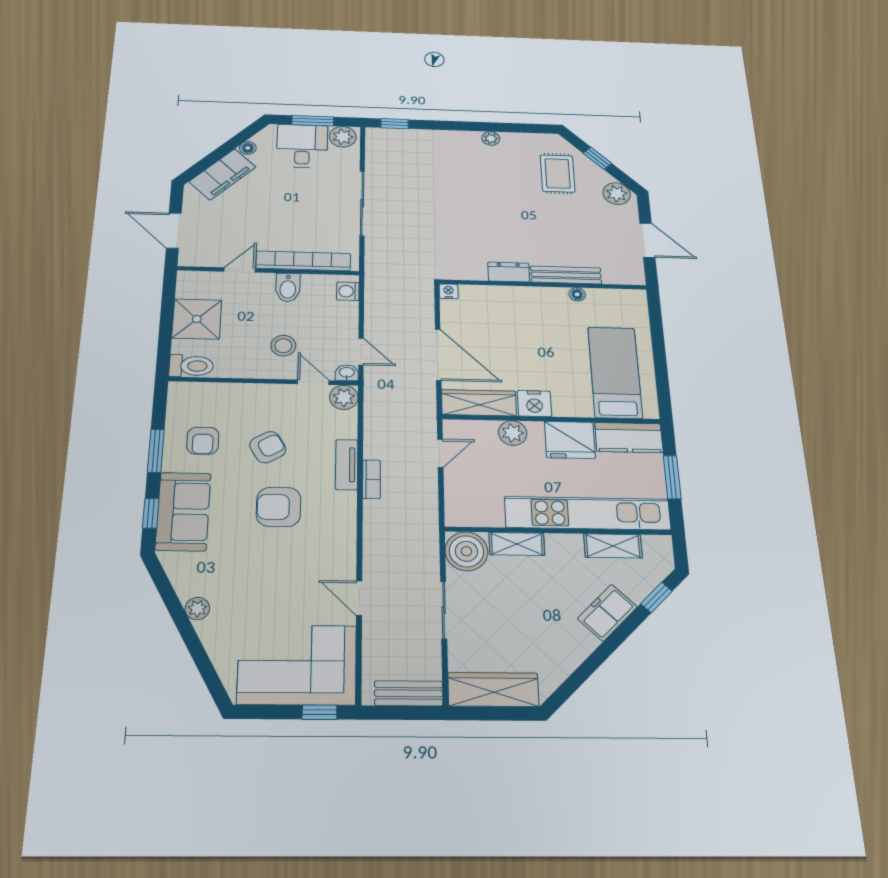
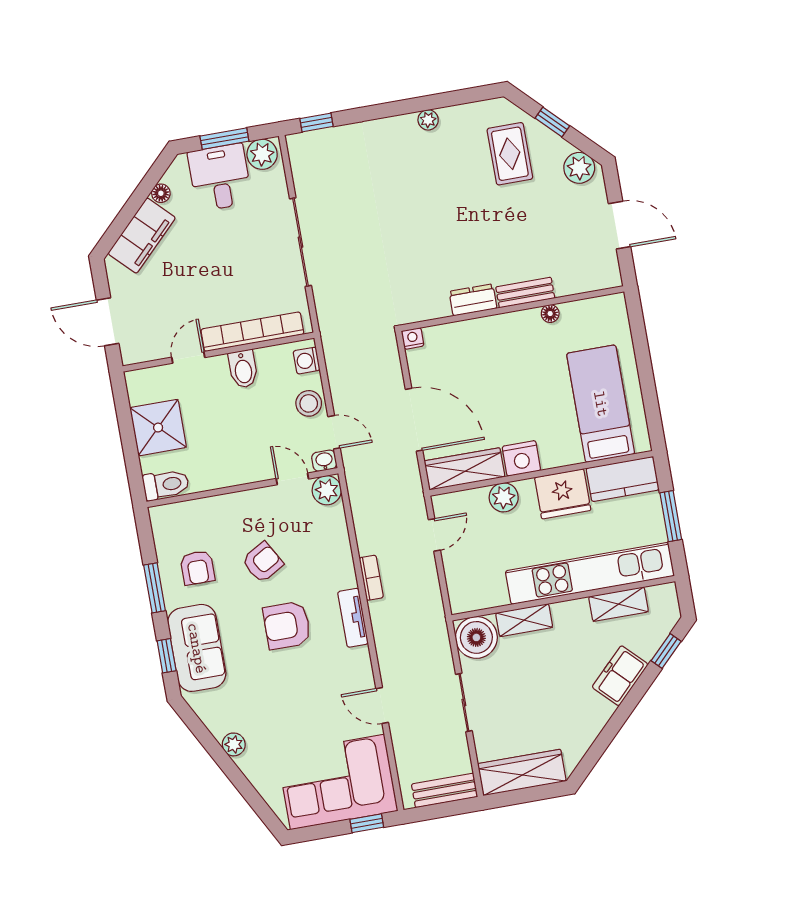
bench: (566, 275) -> (525, 293), width x0.73
stool: (283, 346) -> (309, 403), moved
tv unit: (347, 465) -> (353, 618), moved

